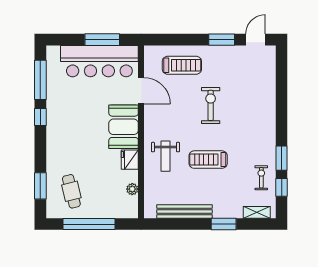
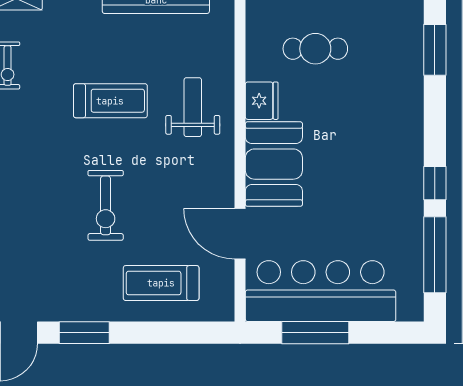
plant: (132, 189) -> (257, 44), removed
cafe table: (71, 191) -> (315, 49), moved, turned -76

